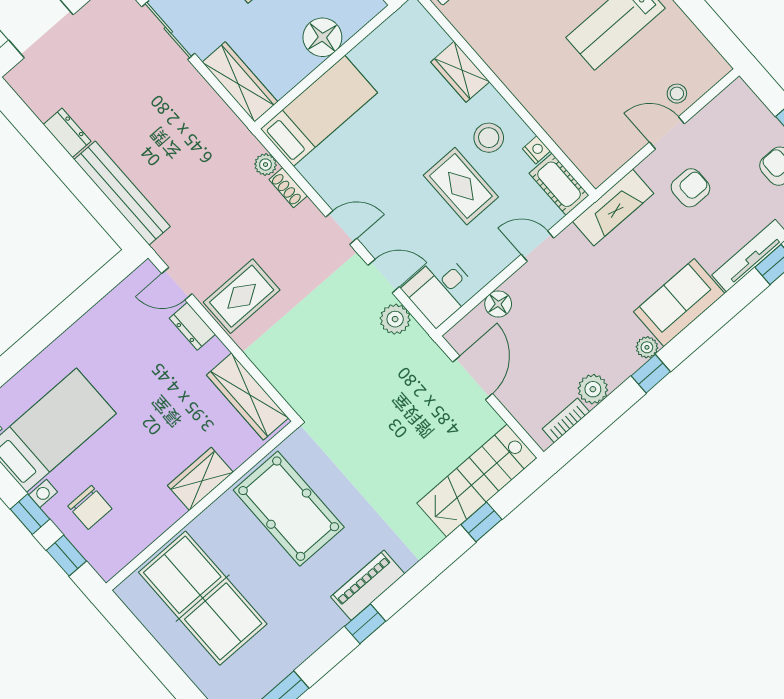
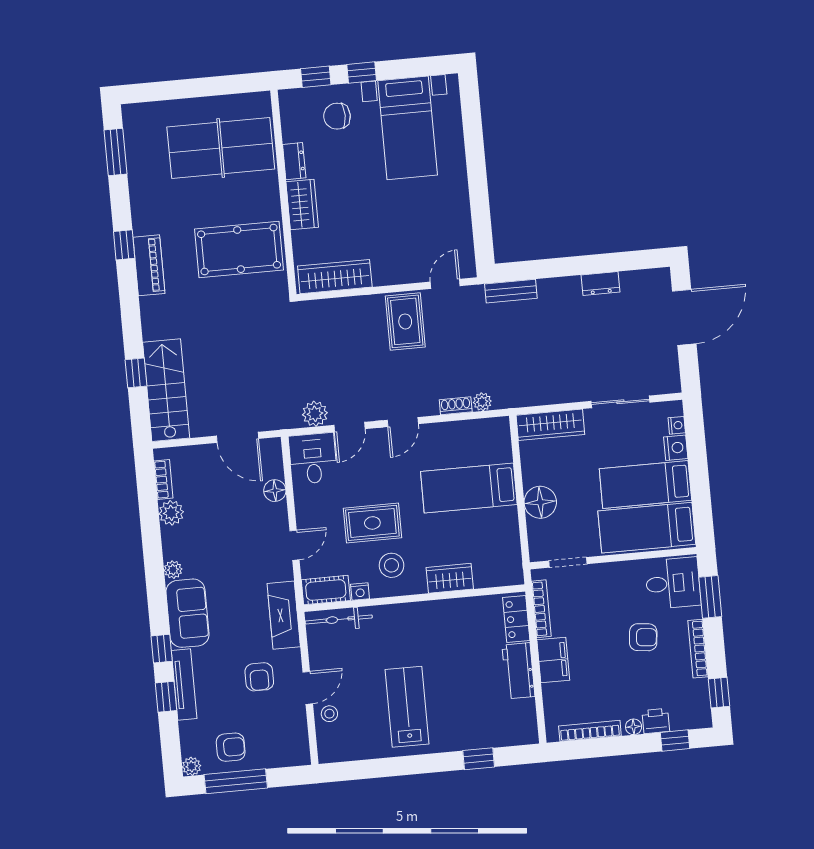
bed: (319, 111) -> (469, 488), moved, turned 90
bicycle: (579, 151) -> (339, 619), added
bench: (122, 193) -> (511, 291), width x0.54, depth x0.82
dresser: (192, 326) -> (294, 161), moved, turned 90
window: (651, 374) -> (162, 649), moved

